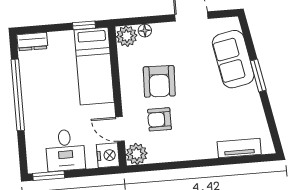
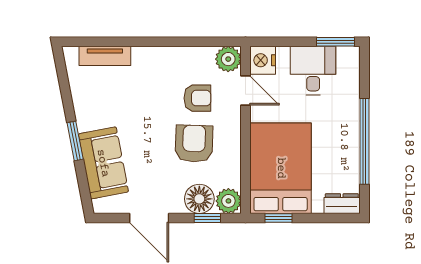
window: (143, 20) -> (207, 218), added
floor lamp: (145, 31) -> (199, 199), width x1.89, depth x1.89
bed: (94, 66) -> (281, 168), width x1.50

